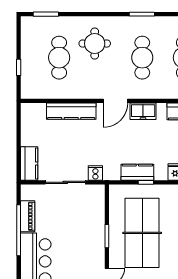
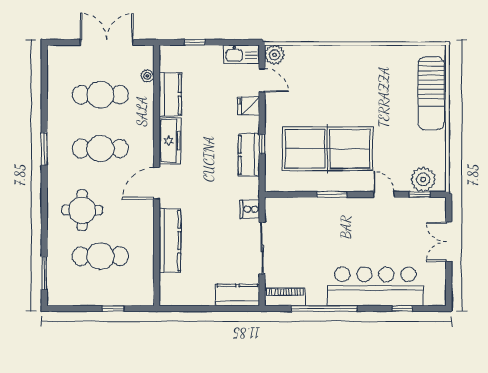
door: (115, 101) -> (157, 183), swing flipped
freezer: (143, 111) -> (170, 141), width x1.40
piano: (28, 216) -> (285, 297), moved

